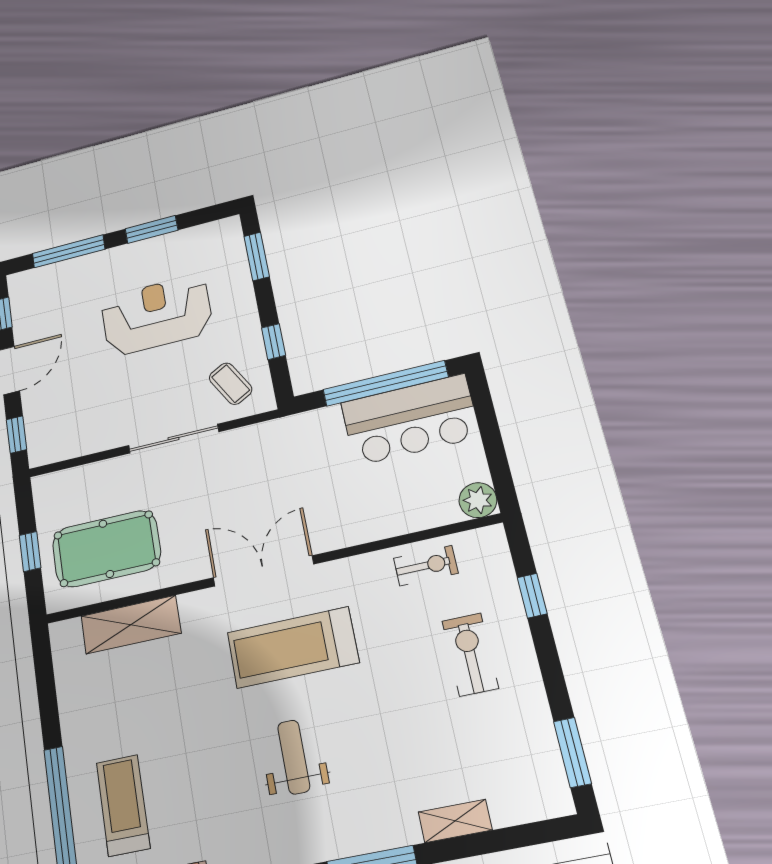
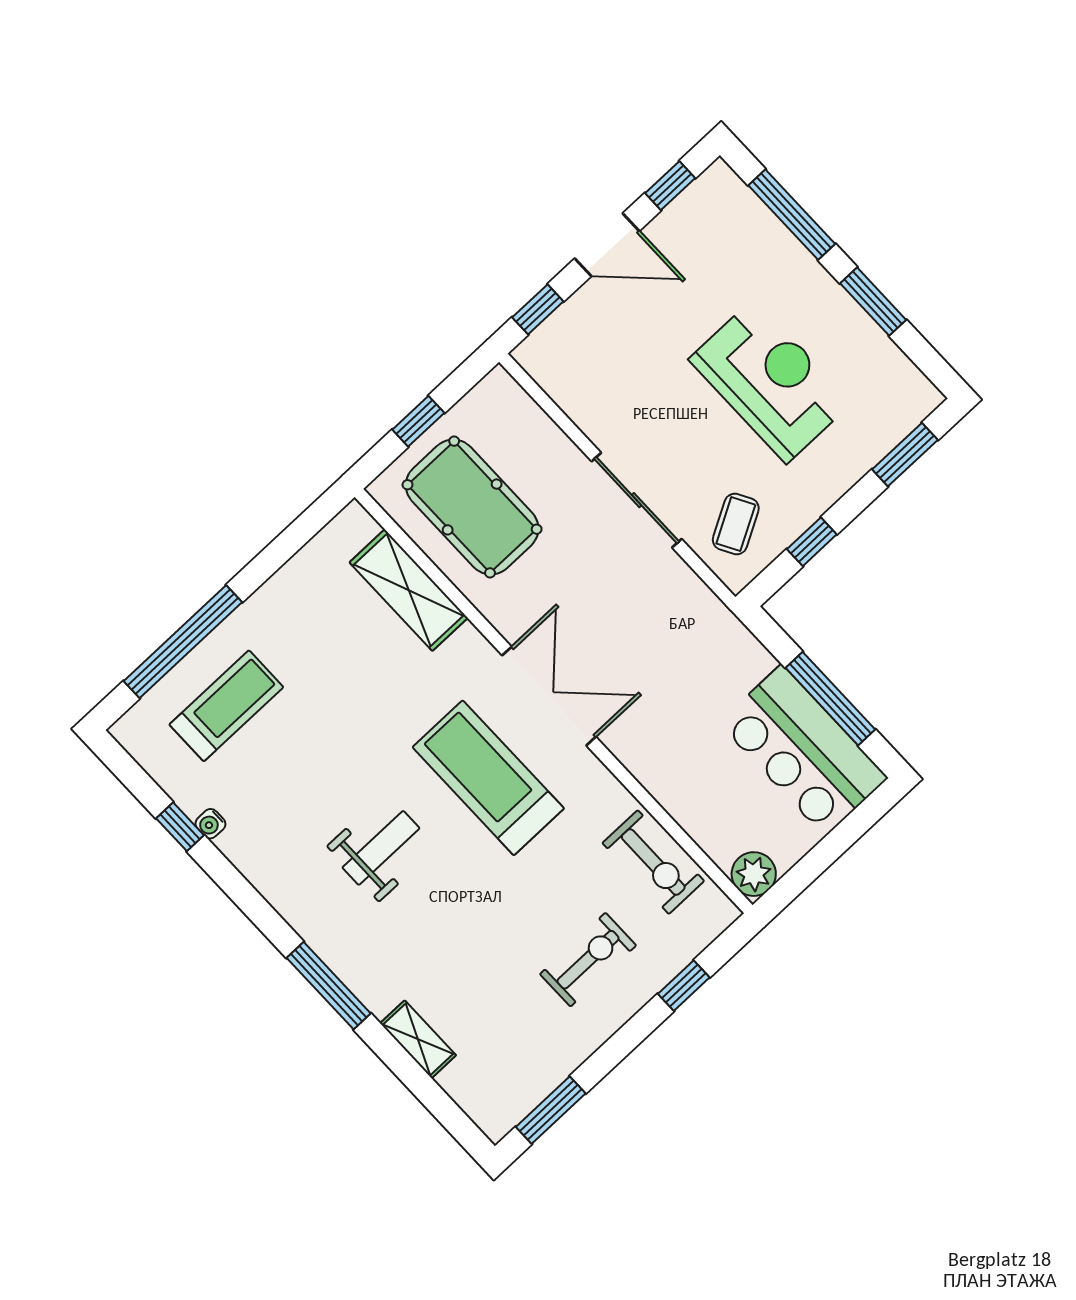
window: (385, 383) -> (830, 699), width x0.68
exercise bike: (426, 566) -> (653, 862), width x1.38, depth x1.39

